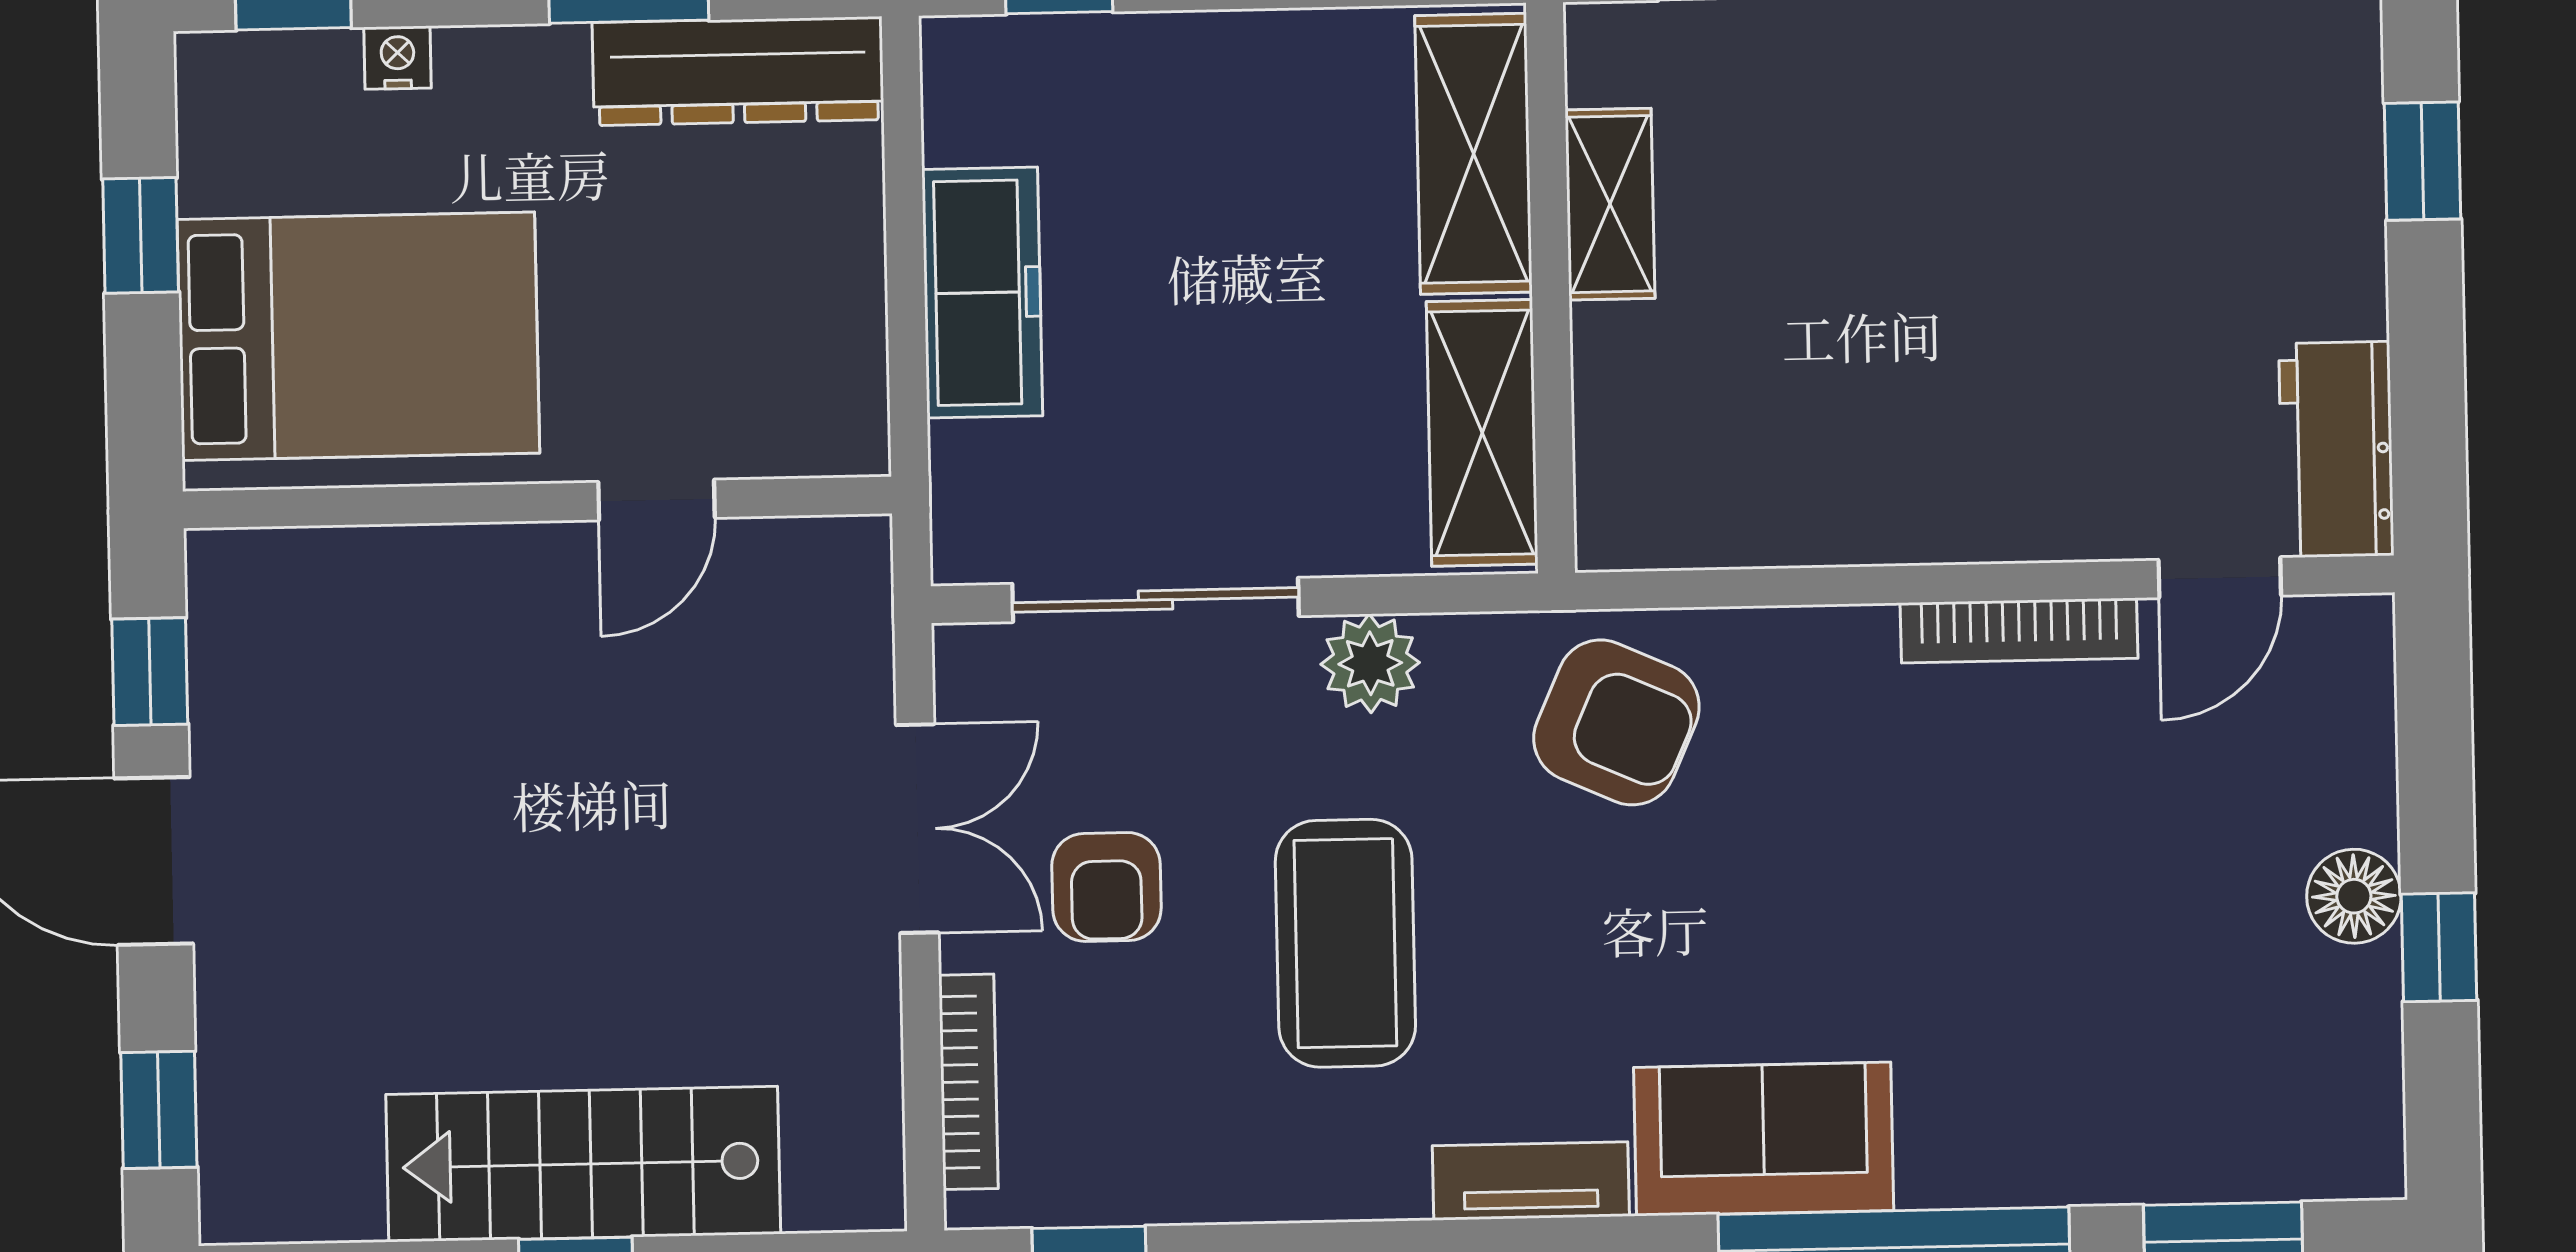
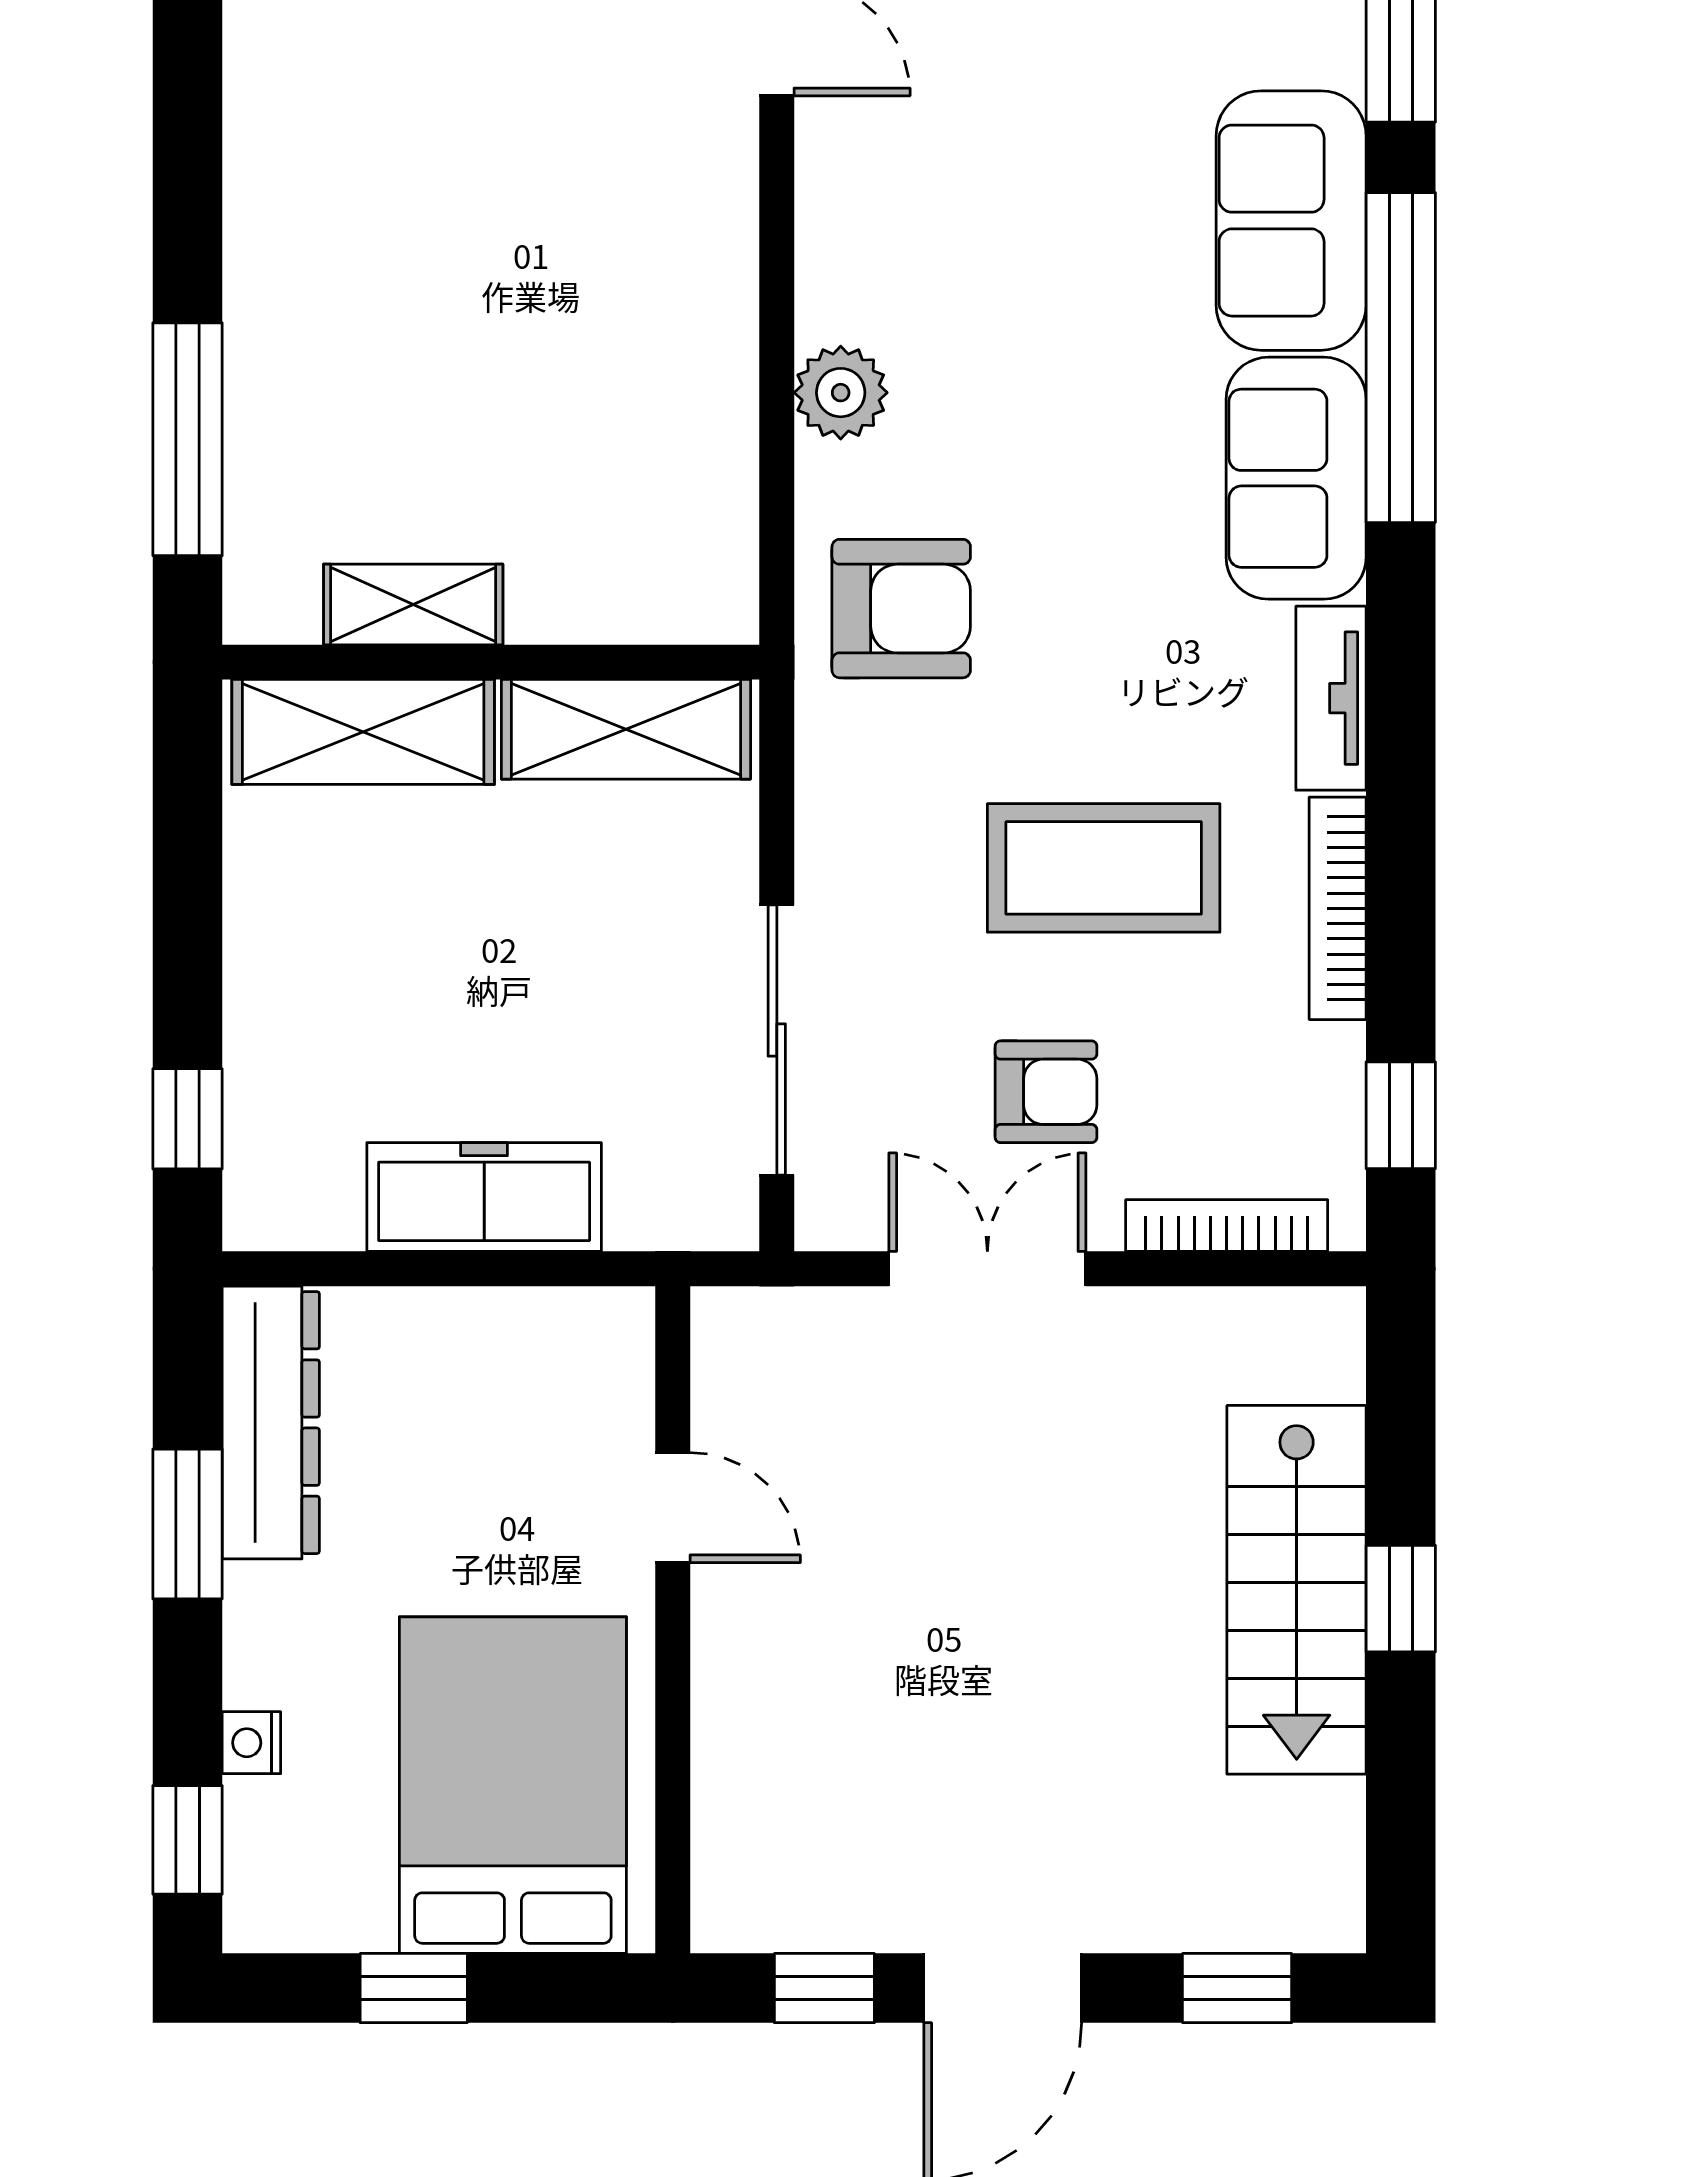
bookcase: (2019, 631) -> (1338, 908), moved, turned 180
plant: (1370, 663) -> (841, 393), moved
armchair: (1616, 722) -> (901, 609), turned 66
sofa: (2037, 1128) -> (1291, 221), added

